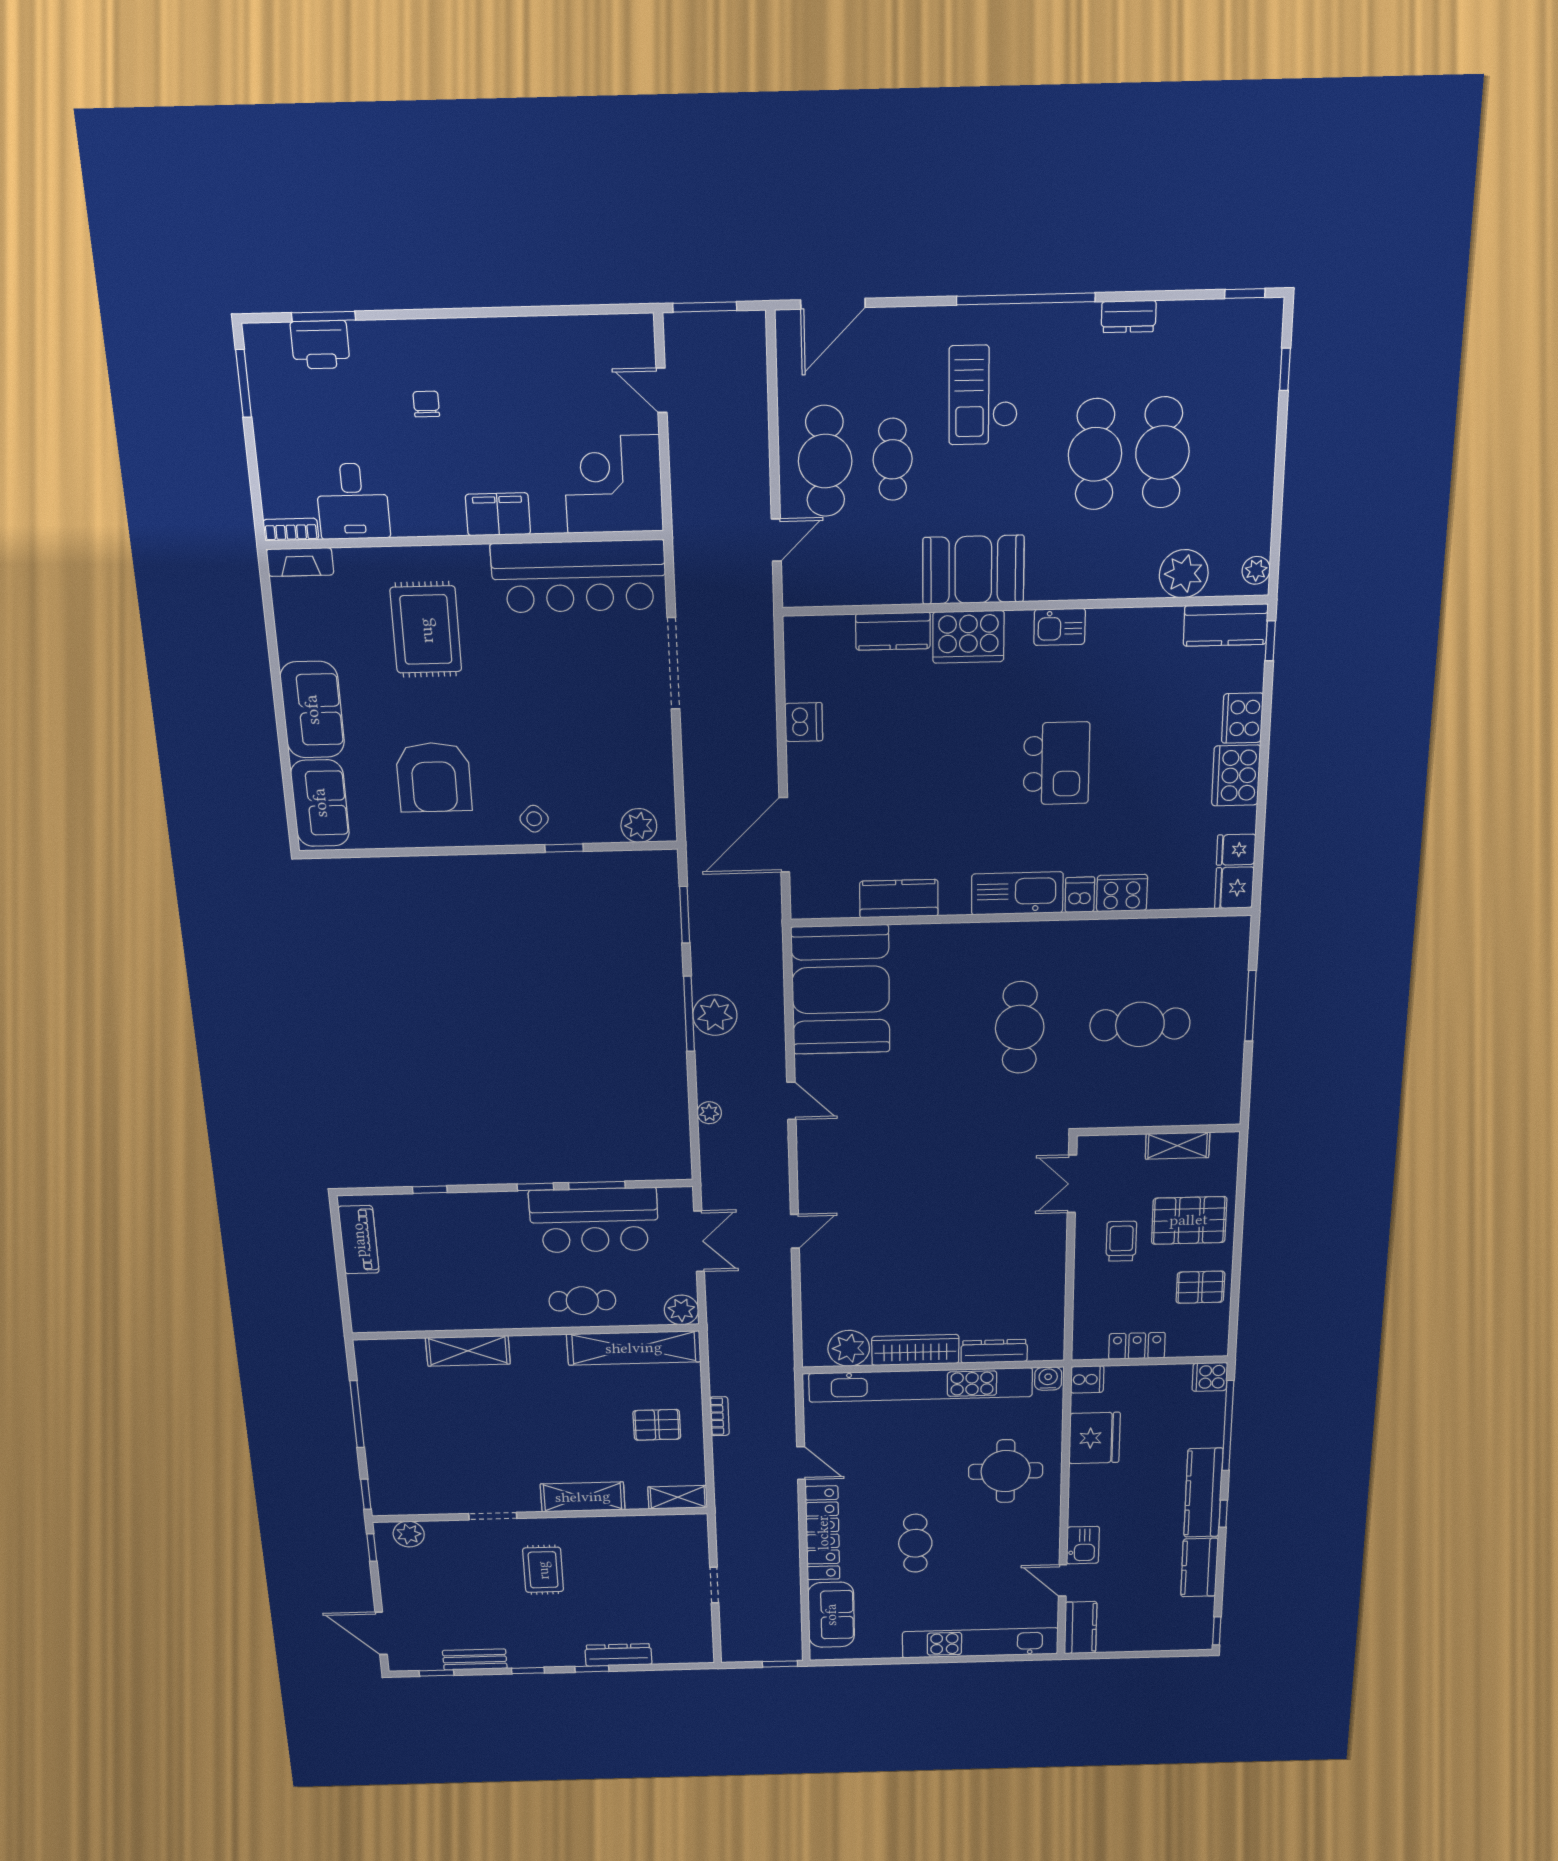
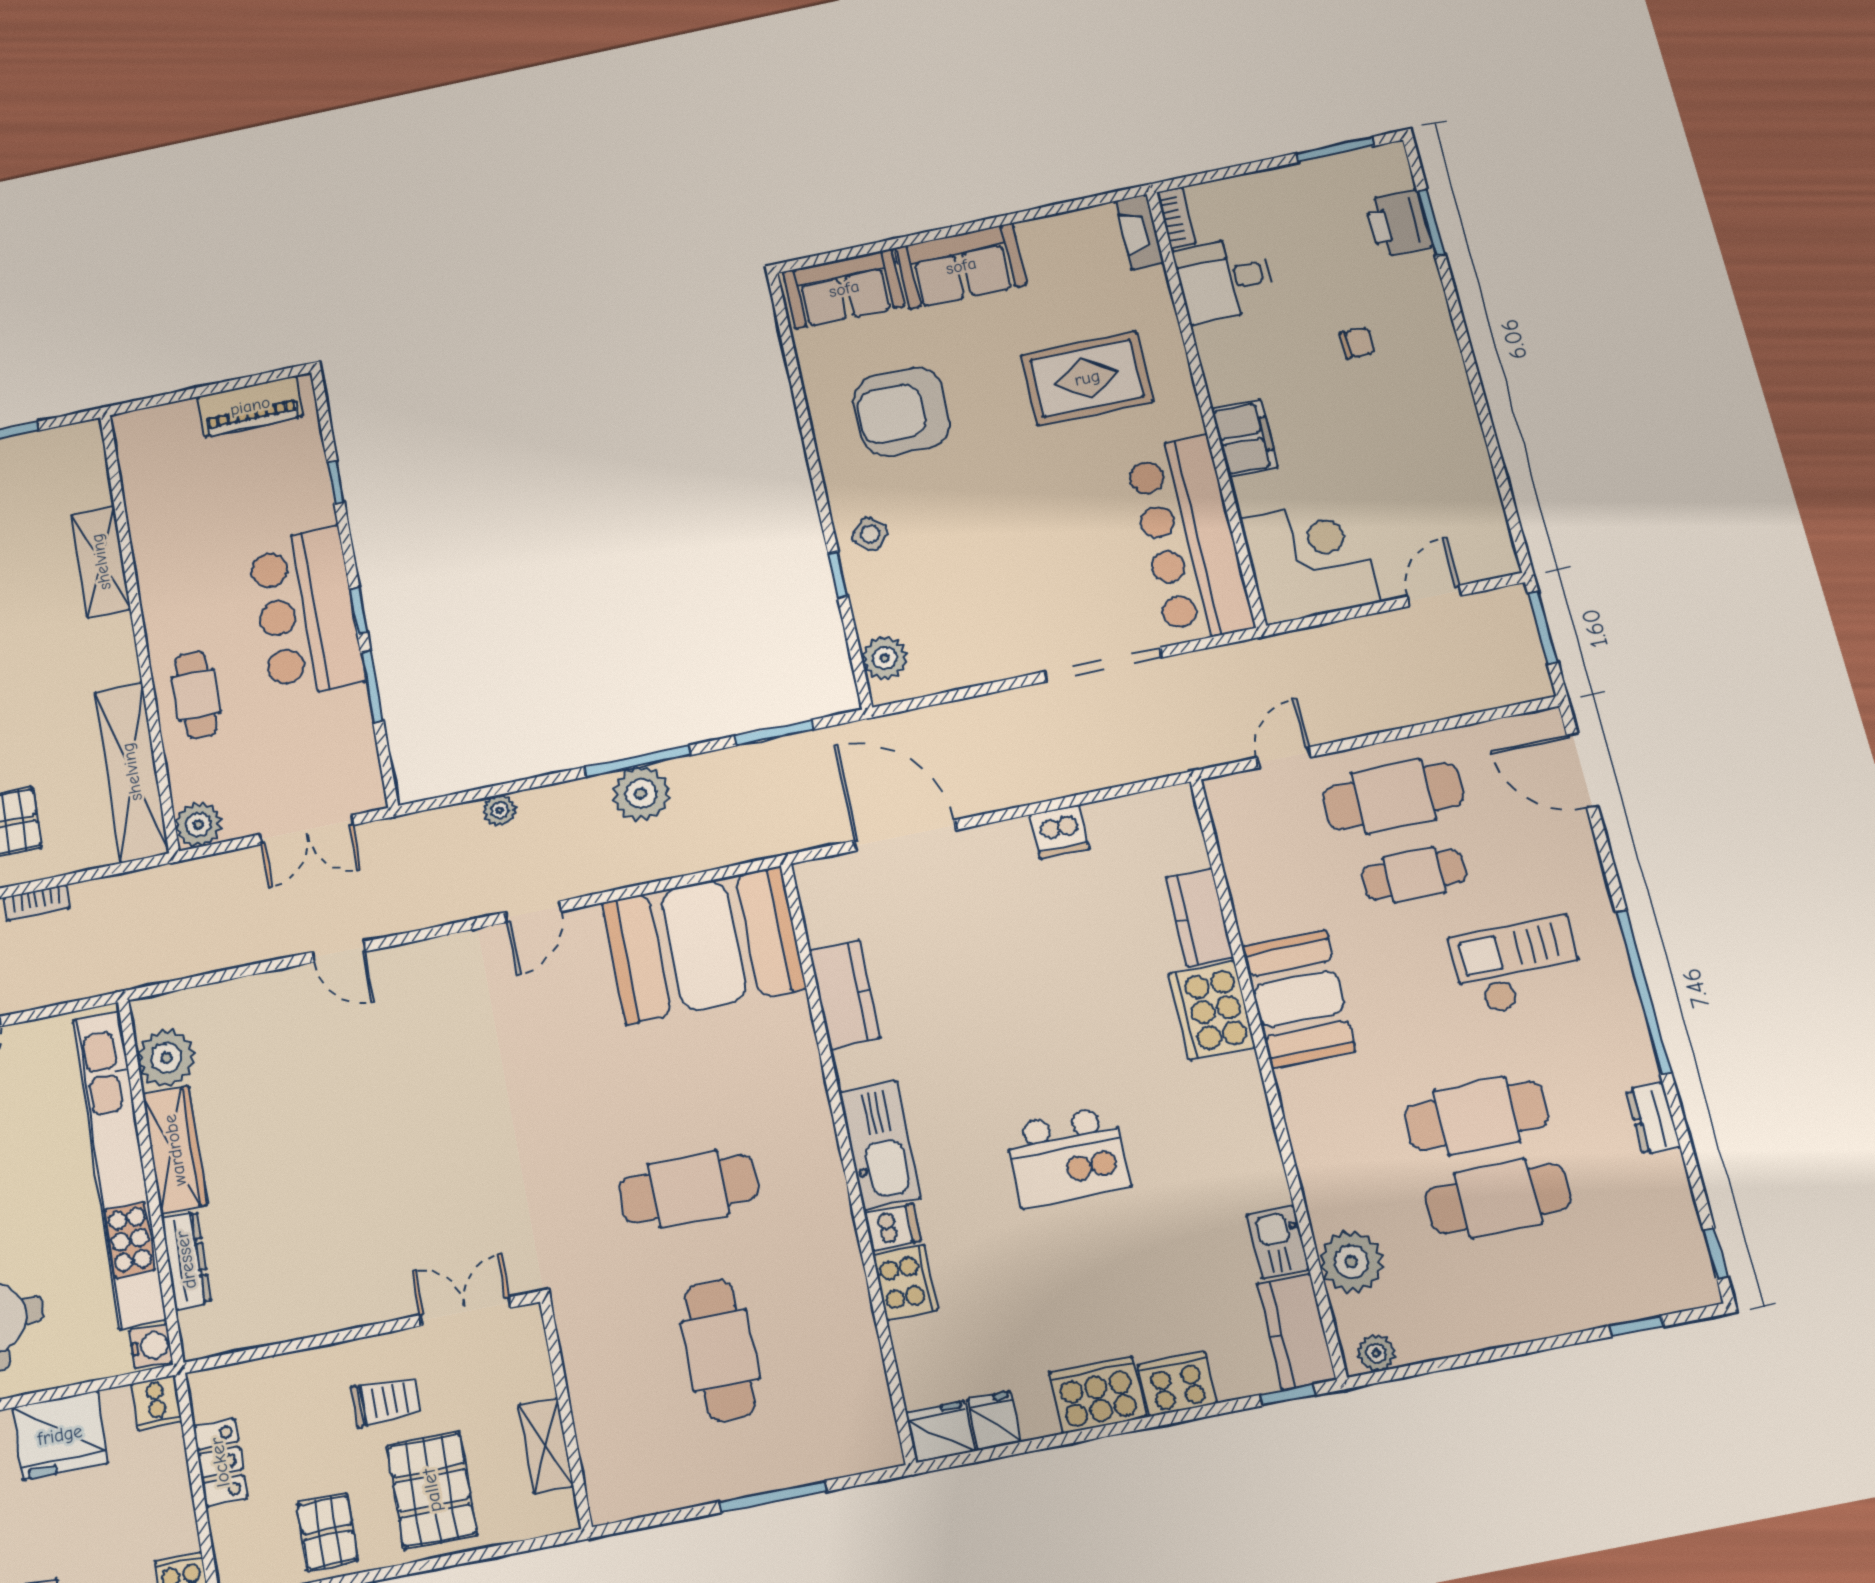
door: (776, 540) -> (1284, 757), swing flipped
kitchen sink: (1060, 627) -> (1278, 1242), moved
bar counter: (594, 1220) -> (306, 612), moved

